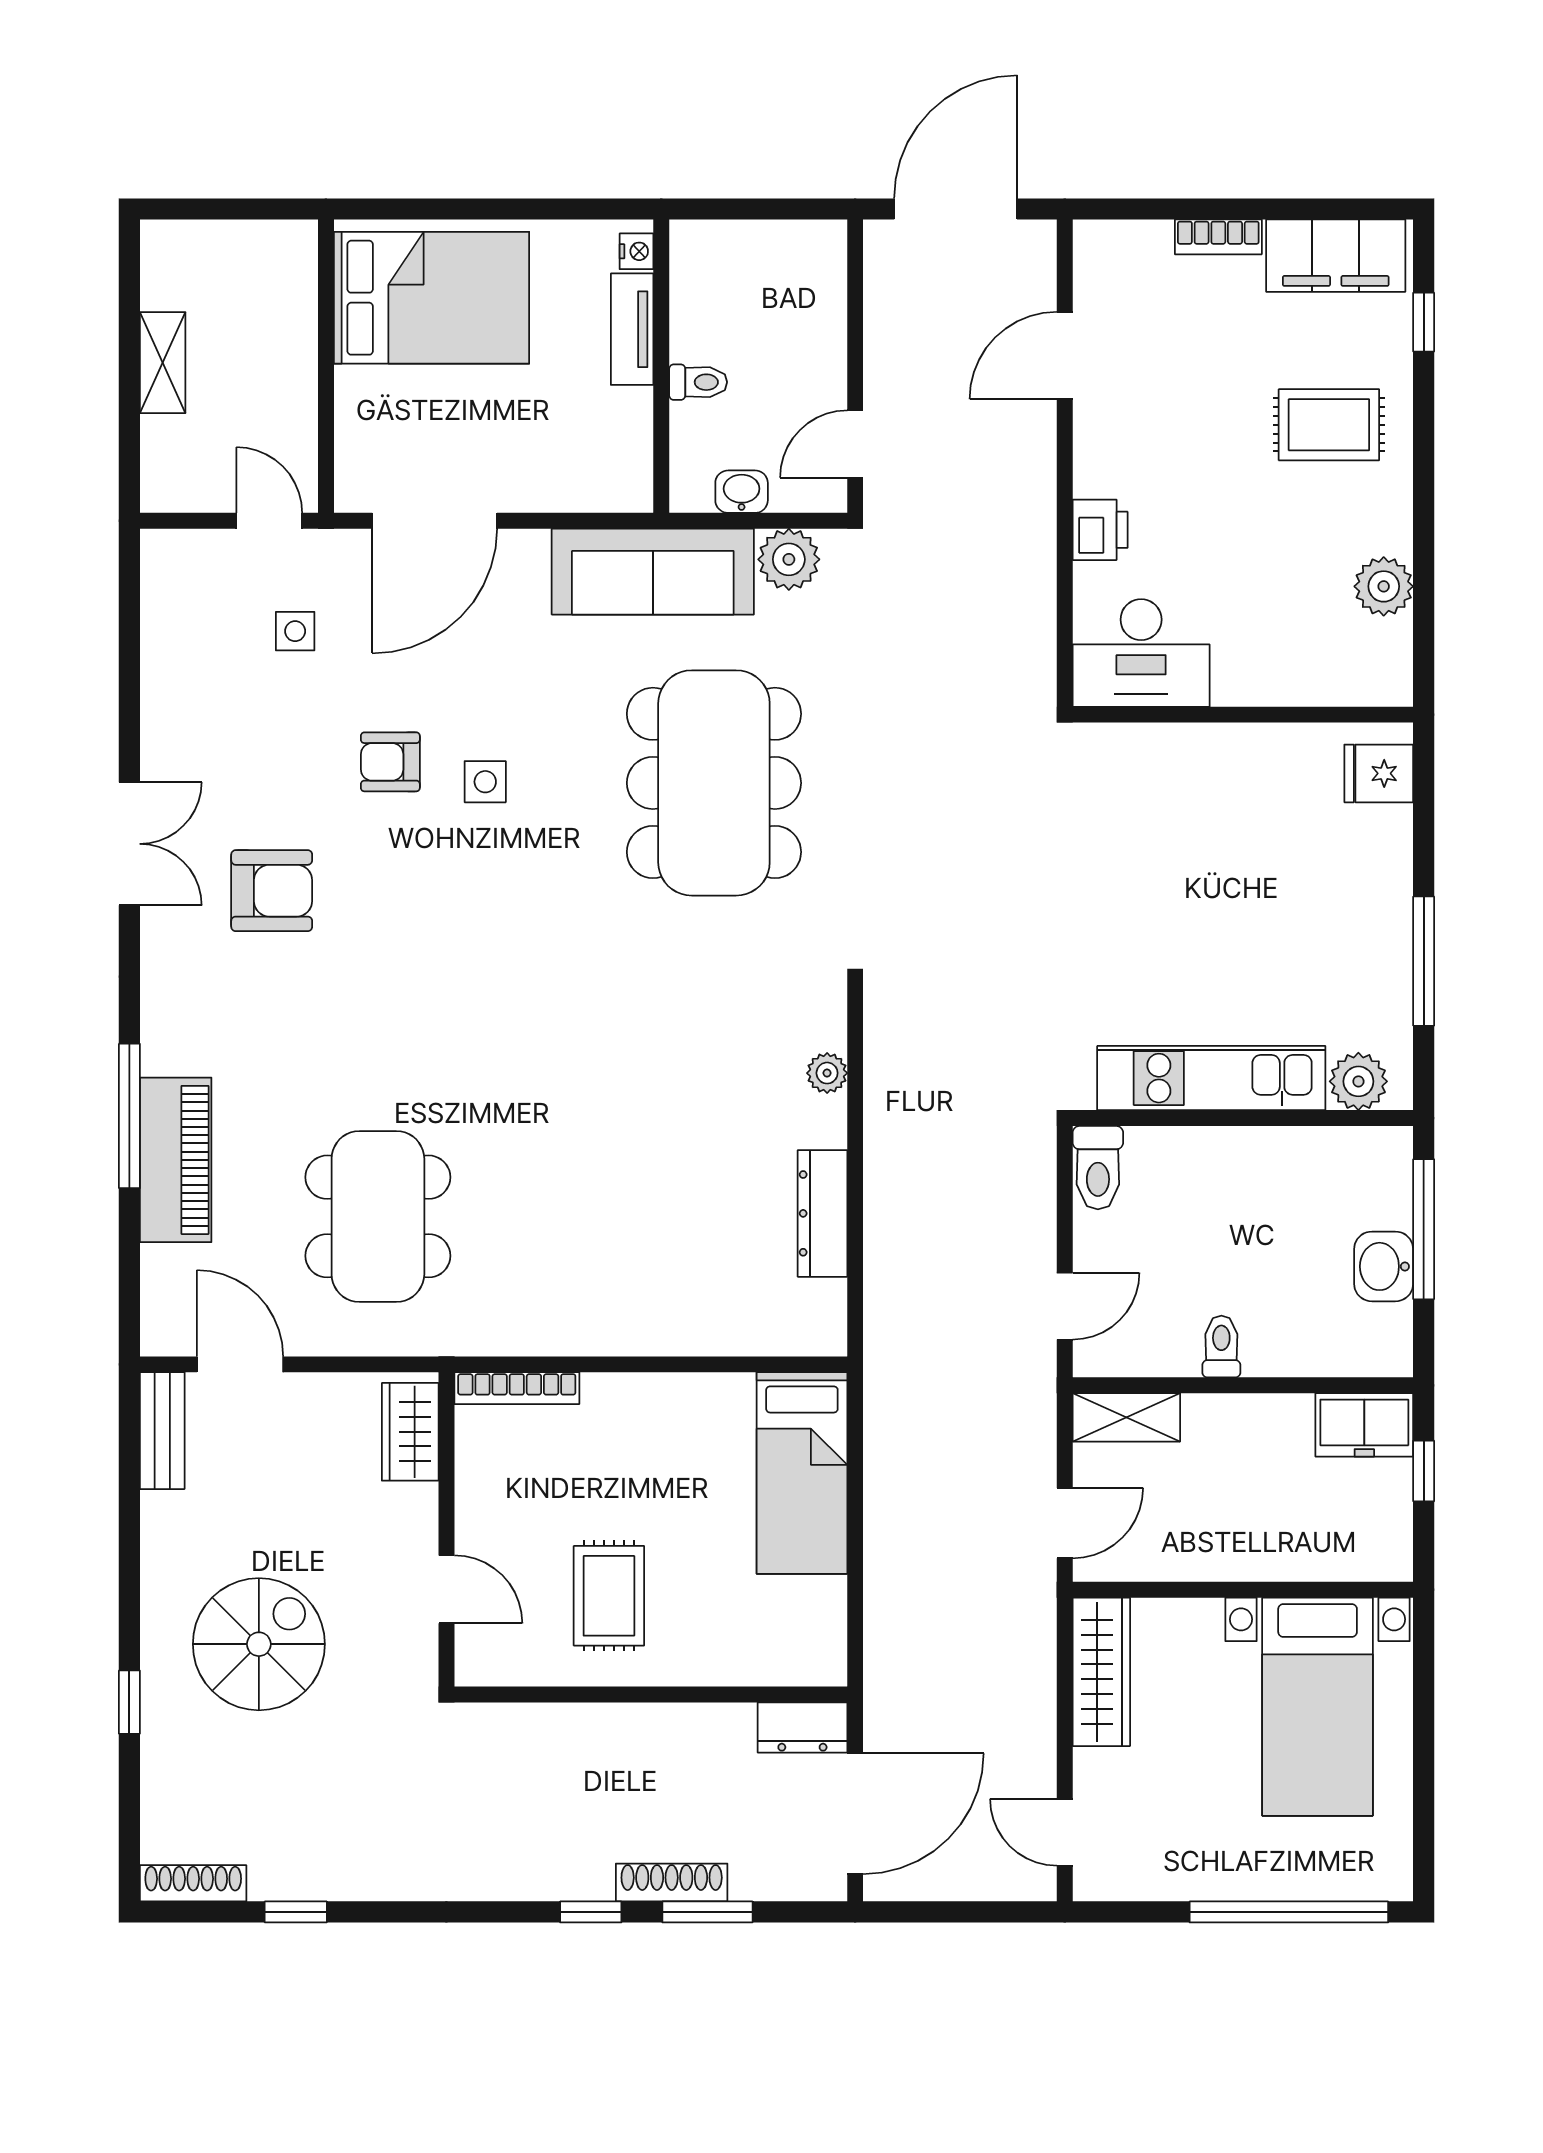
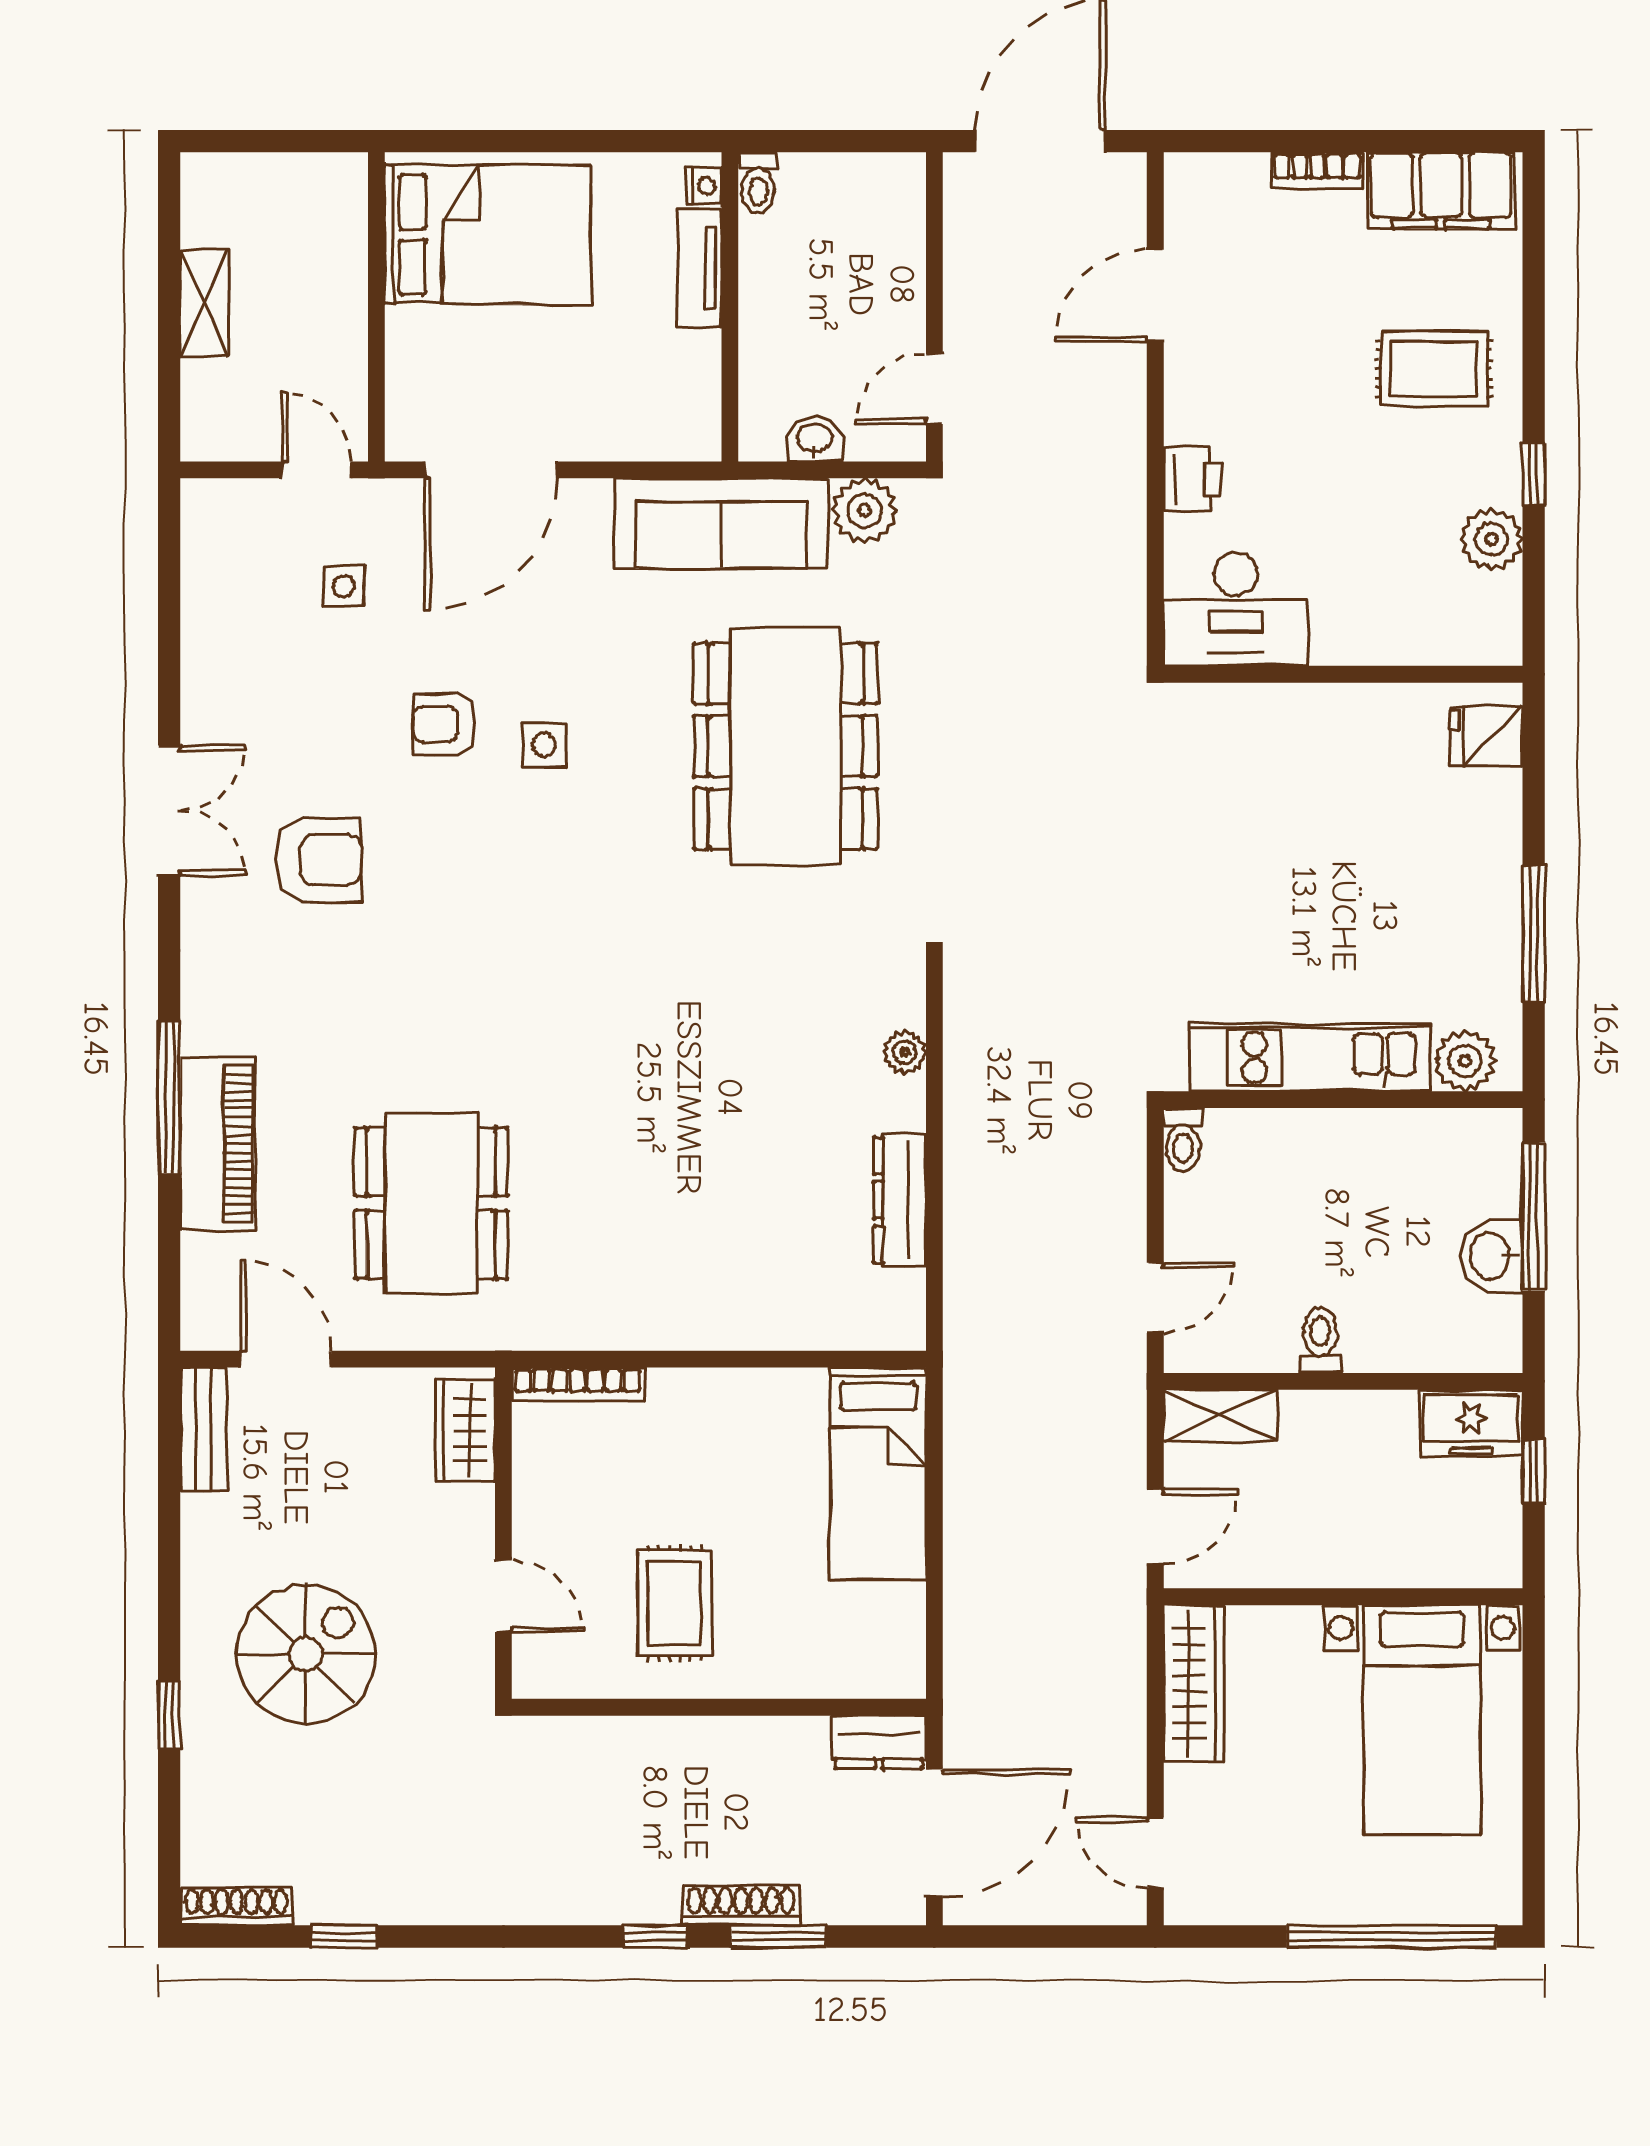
window: (1424, 322) -> (1534, 474), moved
toilet: (698, 382) -> (758, 183), moved, turned 90
toilet: (1098, 1168) -> (1183, 1140), width x0.73, depth x0.72

